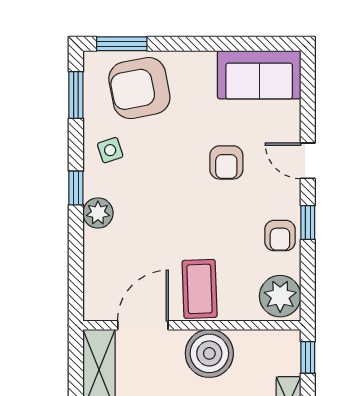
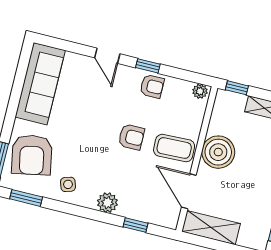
sofa: (259, 75) -> (40, 84), width x1.36
door: (308, 161) -> (107, 56), hinge flipped
armchair: (226, 162) -> (131, 137), moved
window: (76, 188) -> (136, 225), moved
plant: (280, 296) -> (200, 91), width x0.53, depth x0.53

